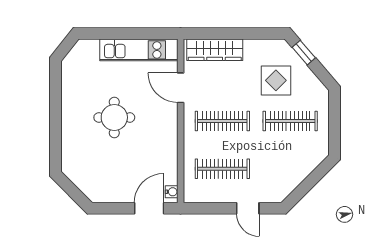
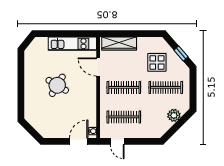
window: (304, 53) -> (181, 53), moved
round table: (114, 117) -> (57, 85), turned 31
plant: (303, 166) -> (174, 115), added
door: (248, 208) -> (117, 141), moved

